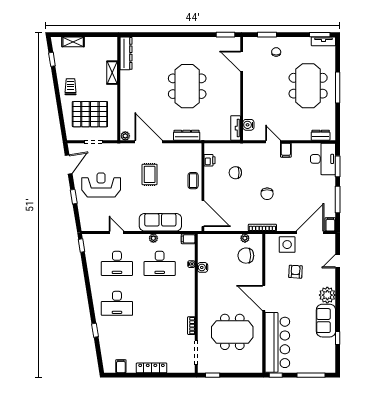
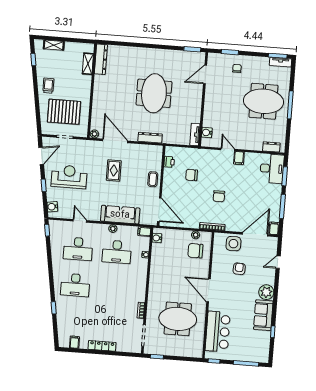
door: (242, 61) -> (205, 74), hinge flipped
shelving: (112, 73) -> (88, 64), moved
meeting table: (308, 86) -> (263, 101), turned 90
water cooler: (85, 219) -> (52, 207), added
water cooler: (203, 267) -> (157, 238), moved
bar counter: (277, 342) -> (218, 332), width x0.73

